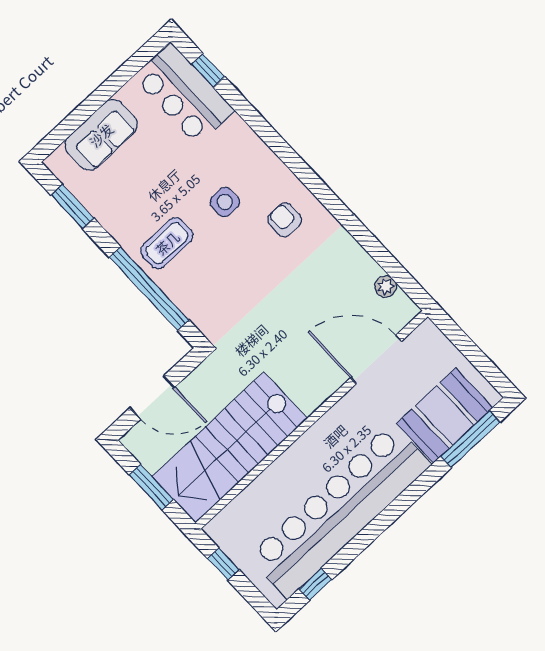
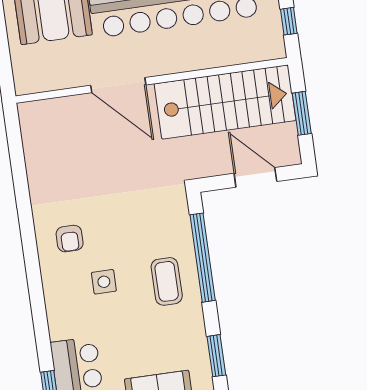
coffee table: (167, 243) -> (167, 281), turned 90
plant: (385, 287) -> (31, 139), removed
door: (376, 359) -> (118, 85), moved

